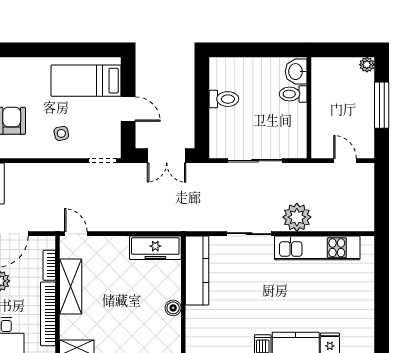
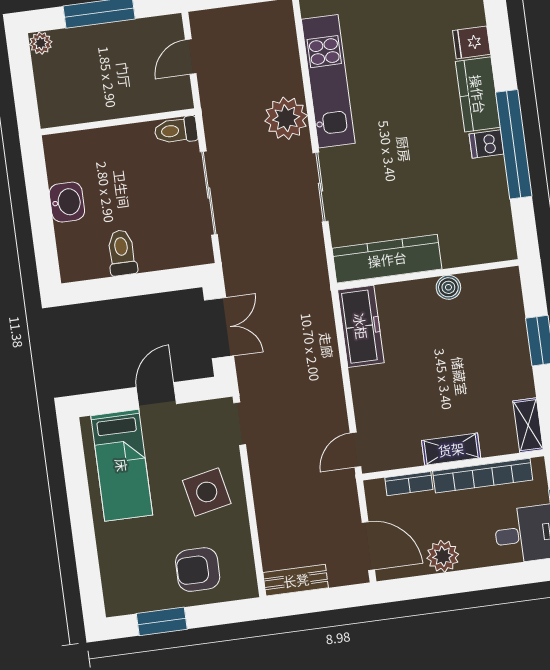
washbasin: (296, 72) -> (67, 202), moved, turned -90
toilet: (293, 94) -> (176, 130), moved, turned 90
side table: (61, 133) -> (207, 492), width x1.87, depth x1.87
shelving: (71, 286) -> (451, 449), width x0.67, depth x0.75

